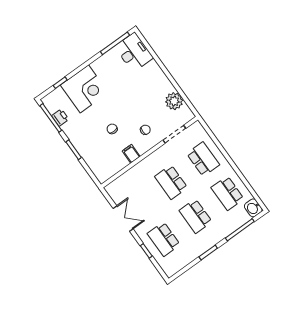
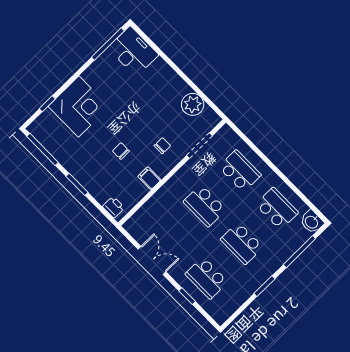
printer: (60, 118) -> (113, 207), moved
school desk: (227, 193) -> (277, 209), turned 180

